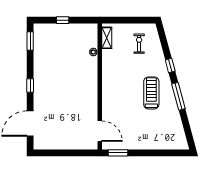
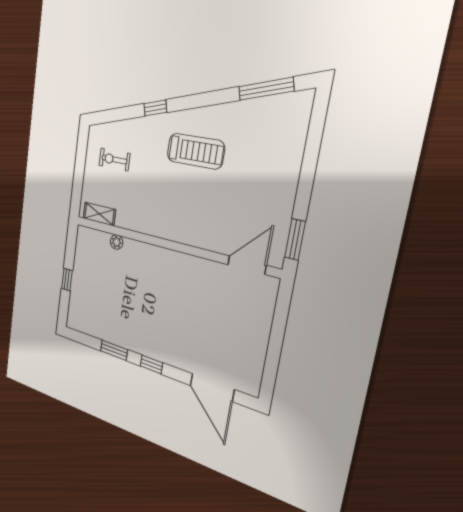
window: (30, 41) -> (114, 350), moved
treadmill: (151, 93) -> (195, 151), turned 180
window: (178, 96) -> (266, 89), moved

